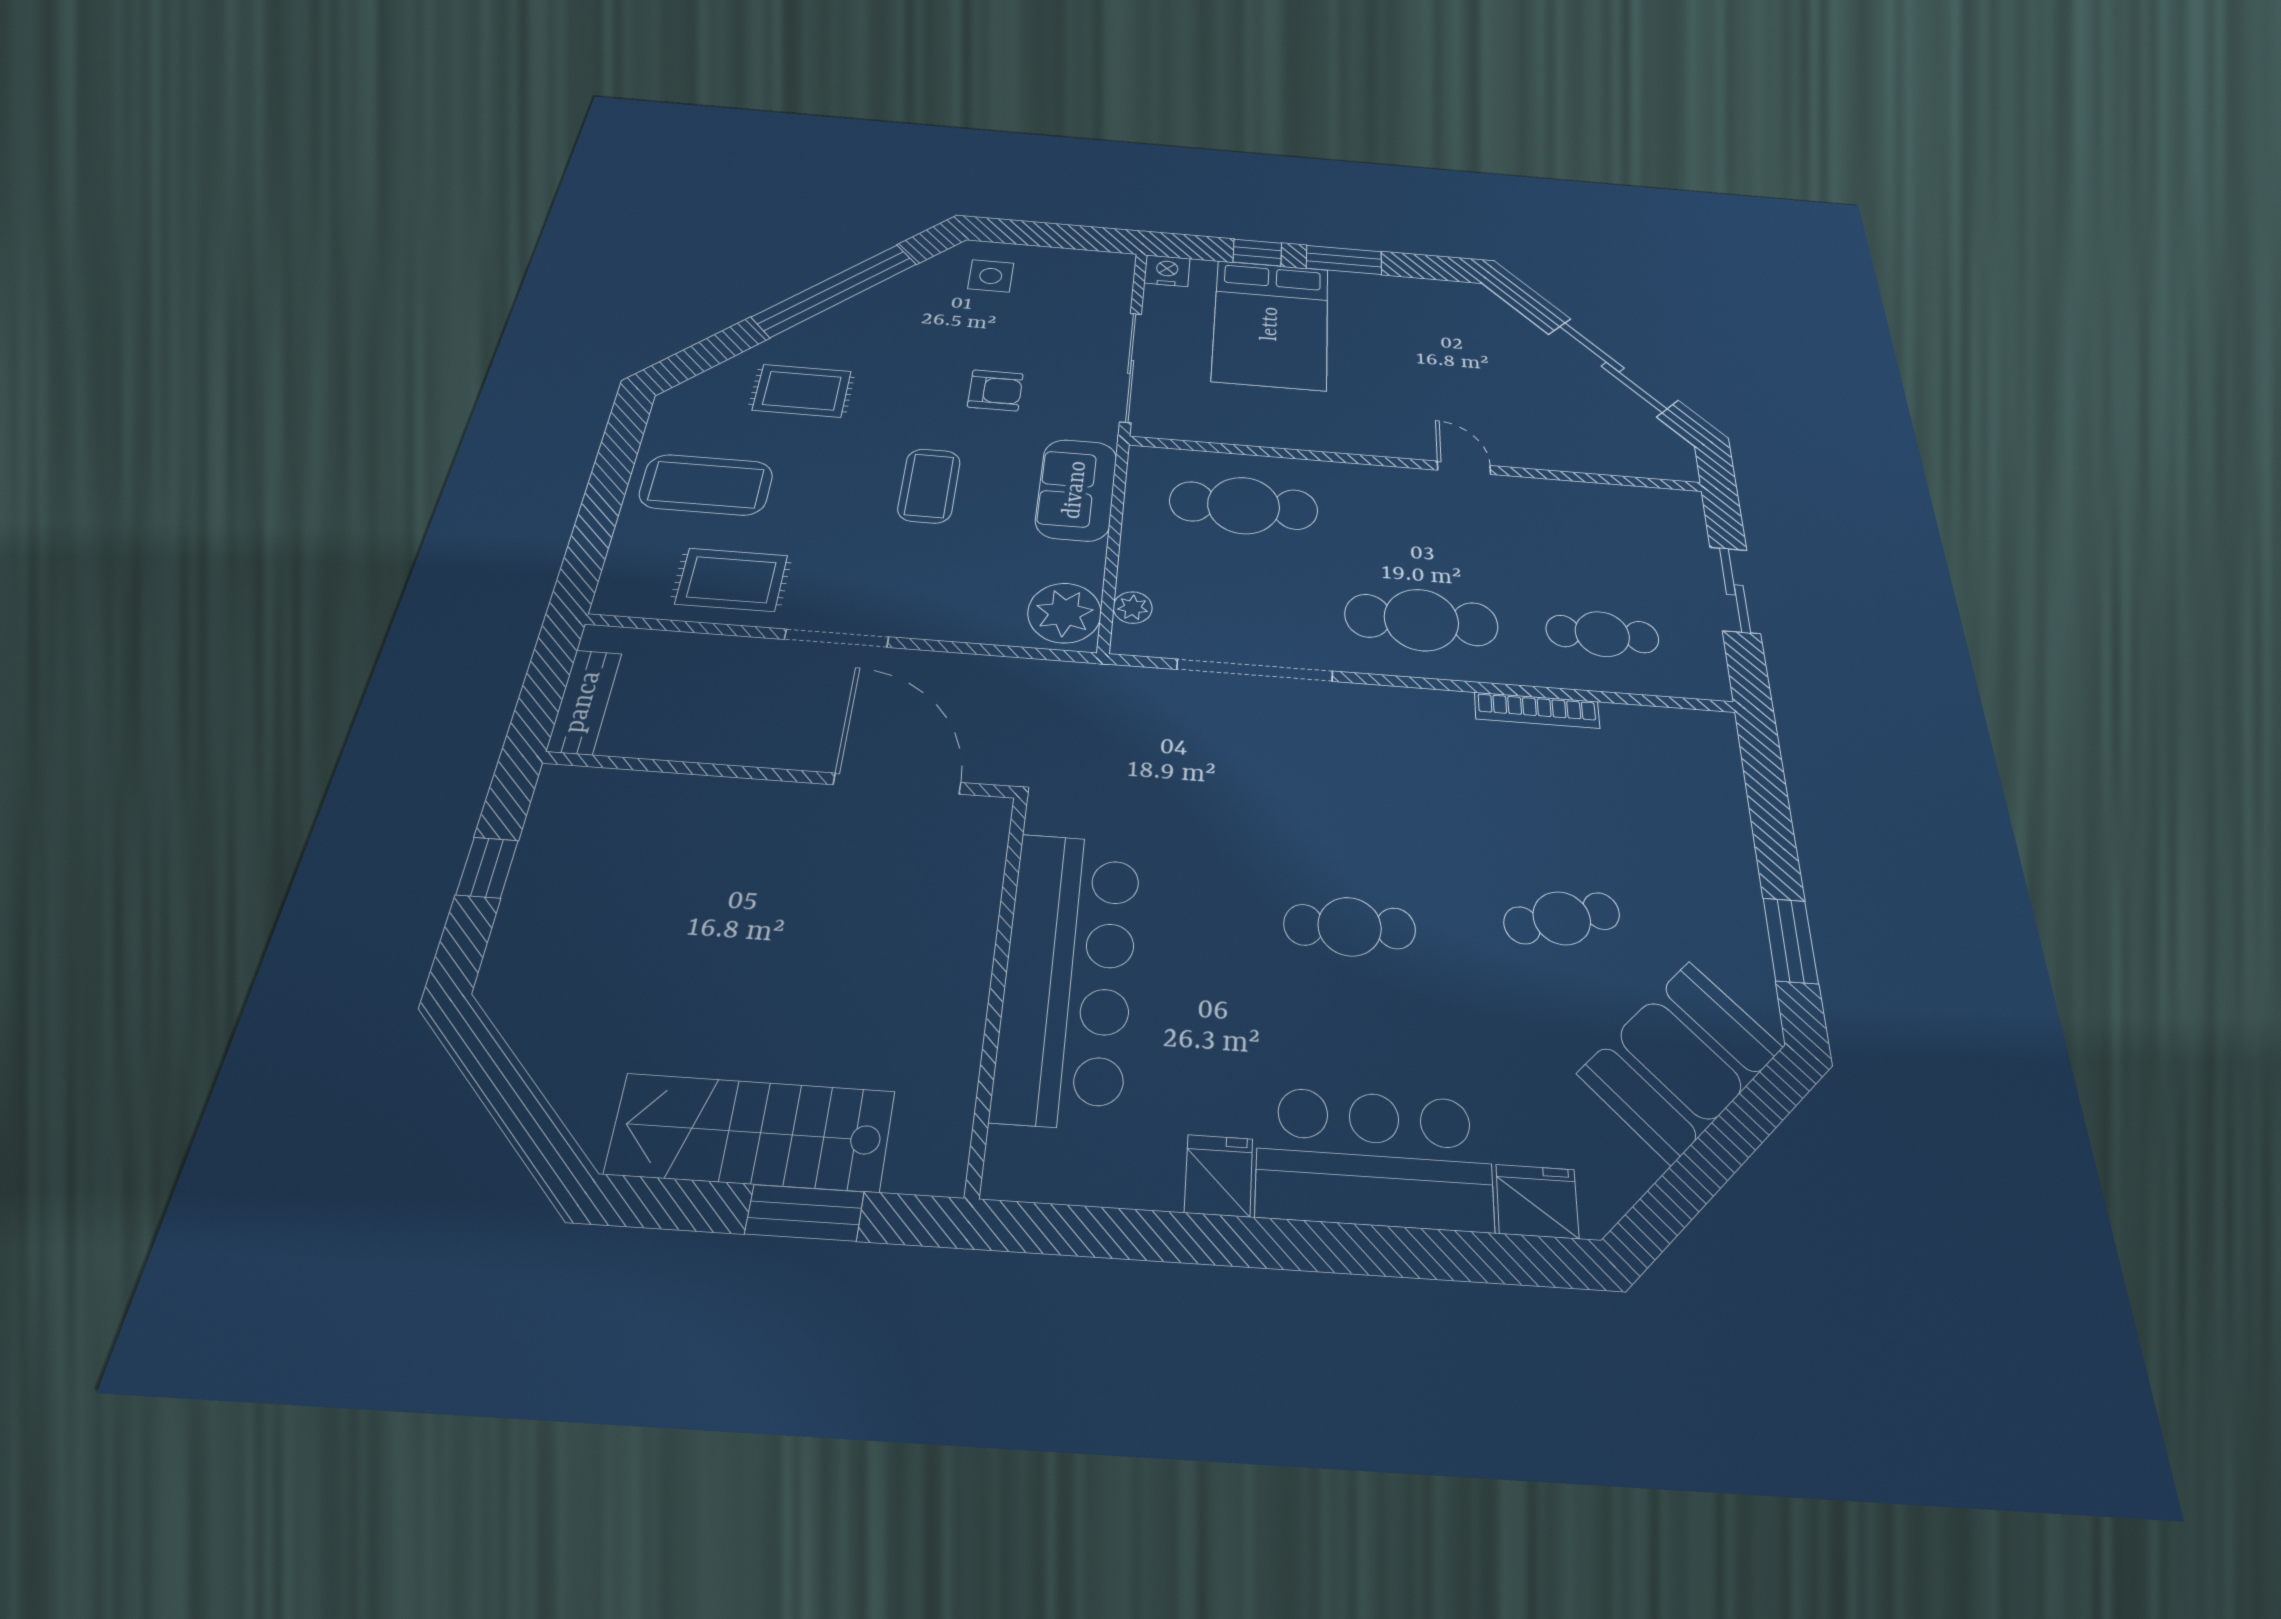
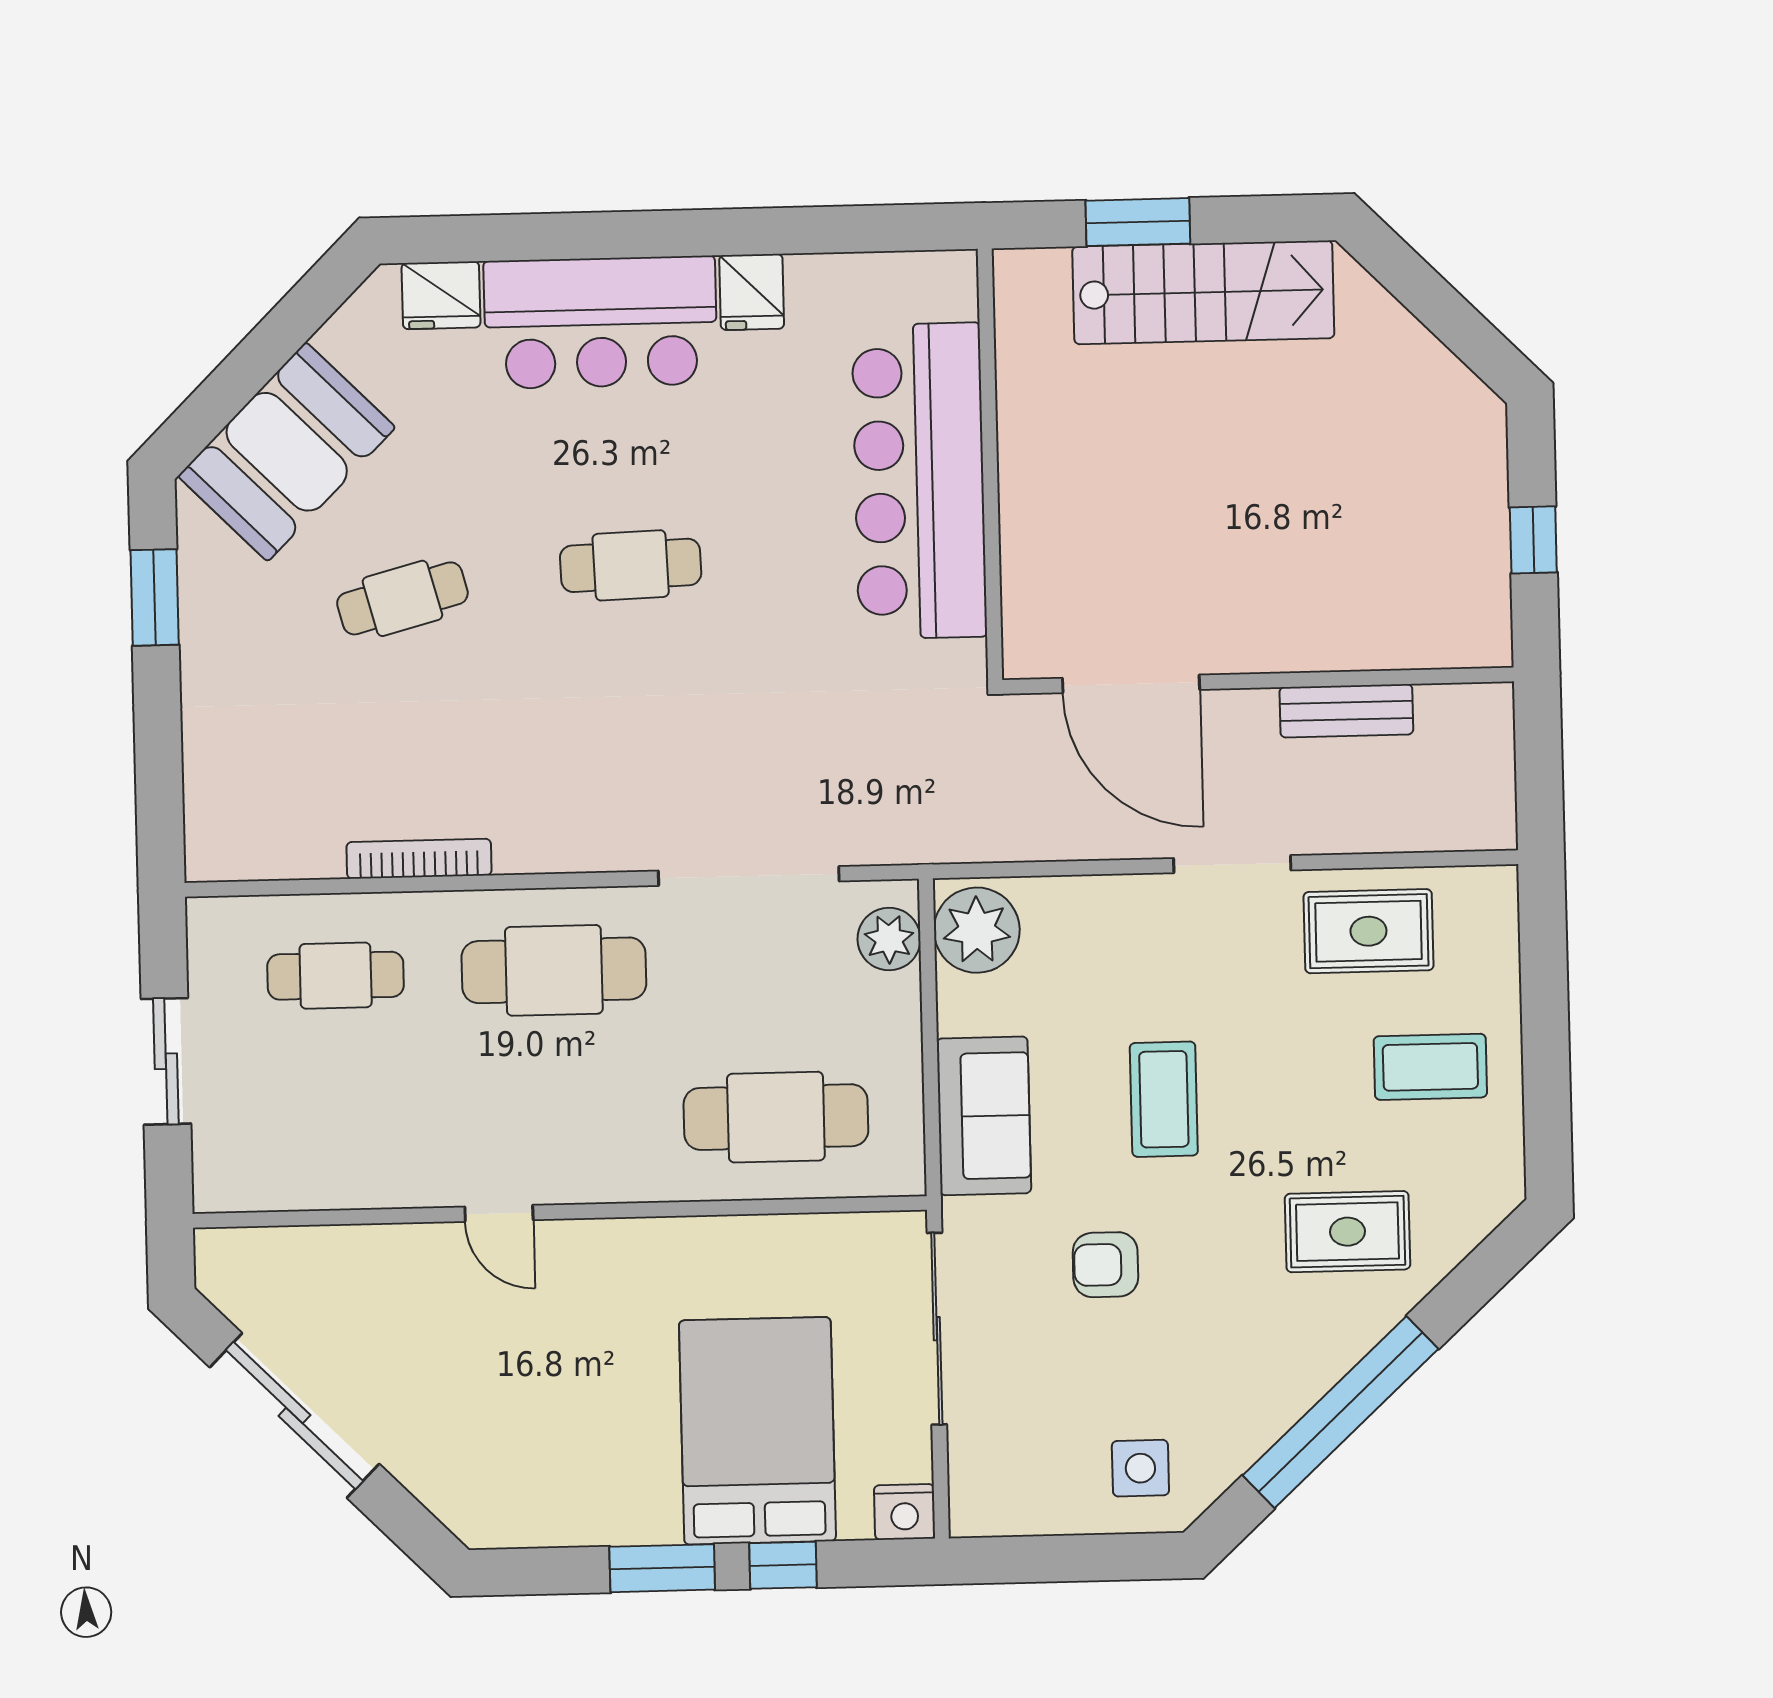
coffee table: (706, 485) -> (1430, 1067), width x0.73, depth x0.76
plant: (1133, 608) -> (889, 939), width x1.38, depth x1.38
bench: (584, 702) -> (1346, 711), moved, turned 90

